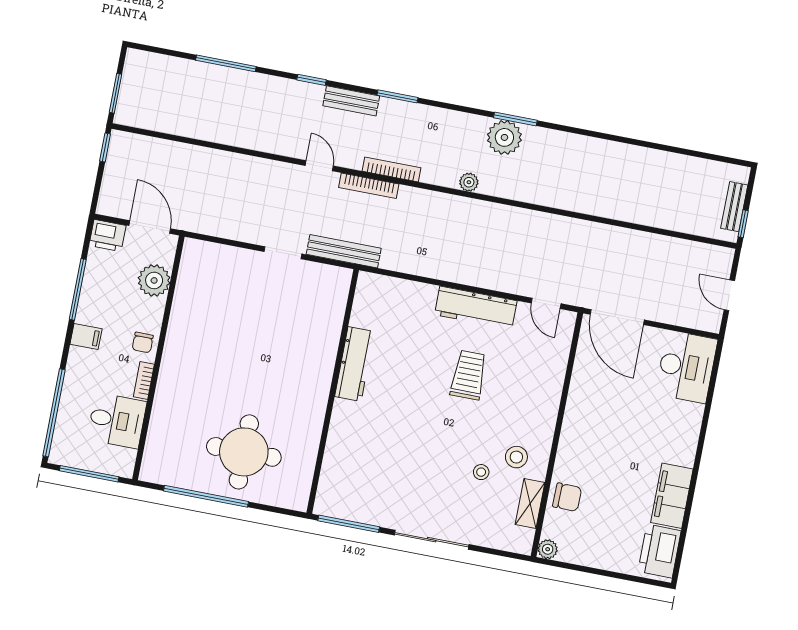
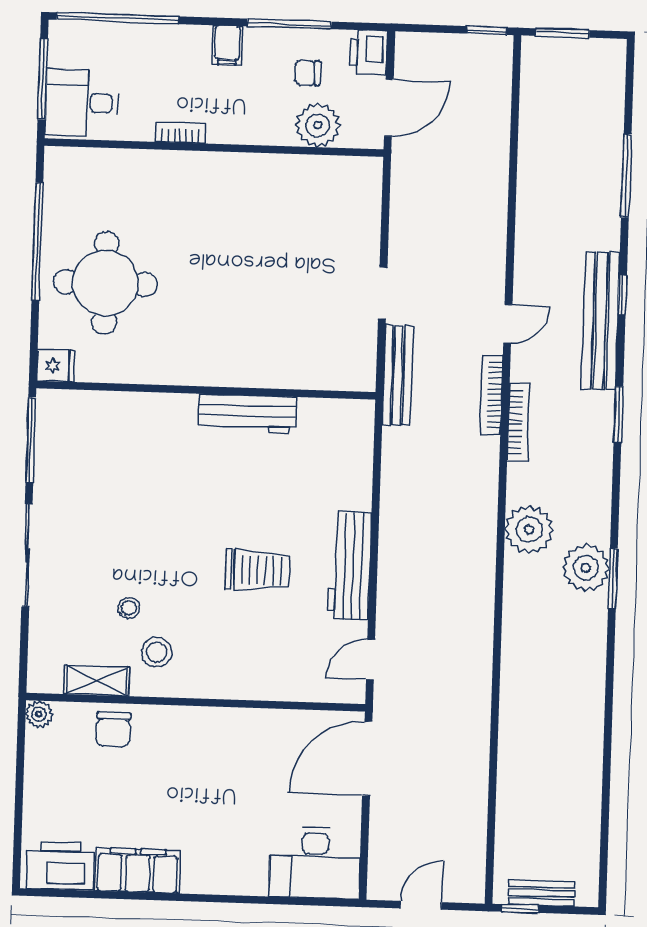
bench: (351, 101) -> (601, 321), width x1.86, depth x1.21
plant: (469, 182) -> (529, 530), width x1.87, depth x1.87
chair: (143, 342) -> (307, 73), moved
desk: (117, 420) -> (82, 103), moved, turned 90
fridge: (298, 497) -> (56, 366), added

